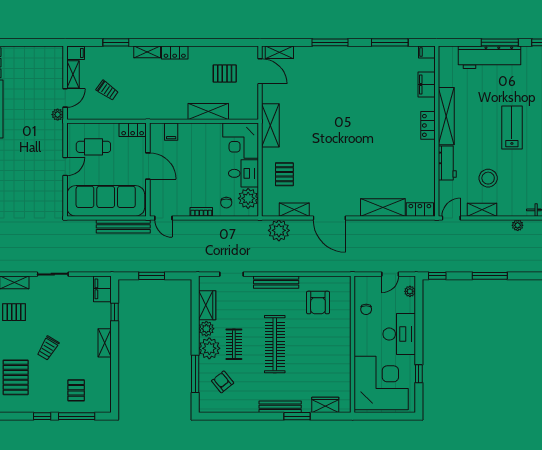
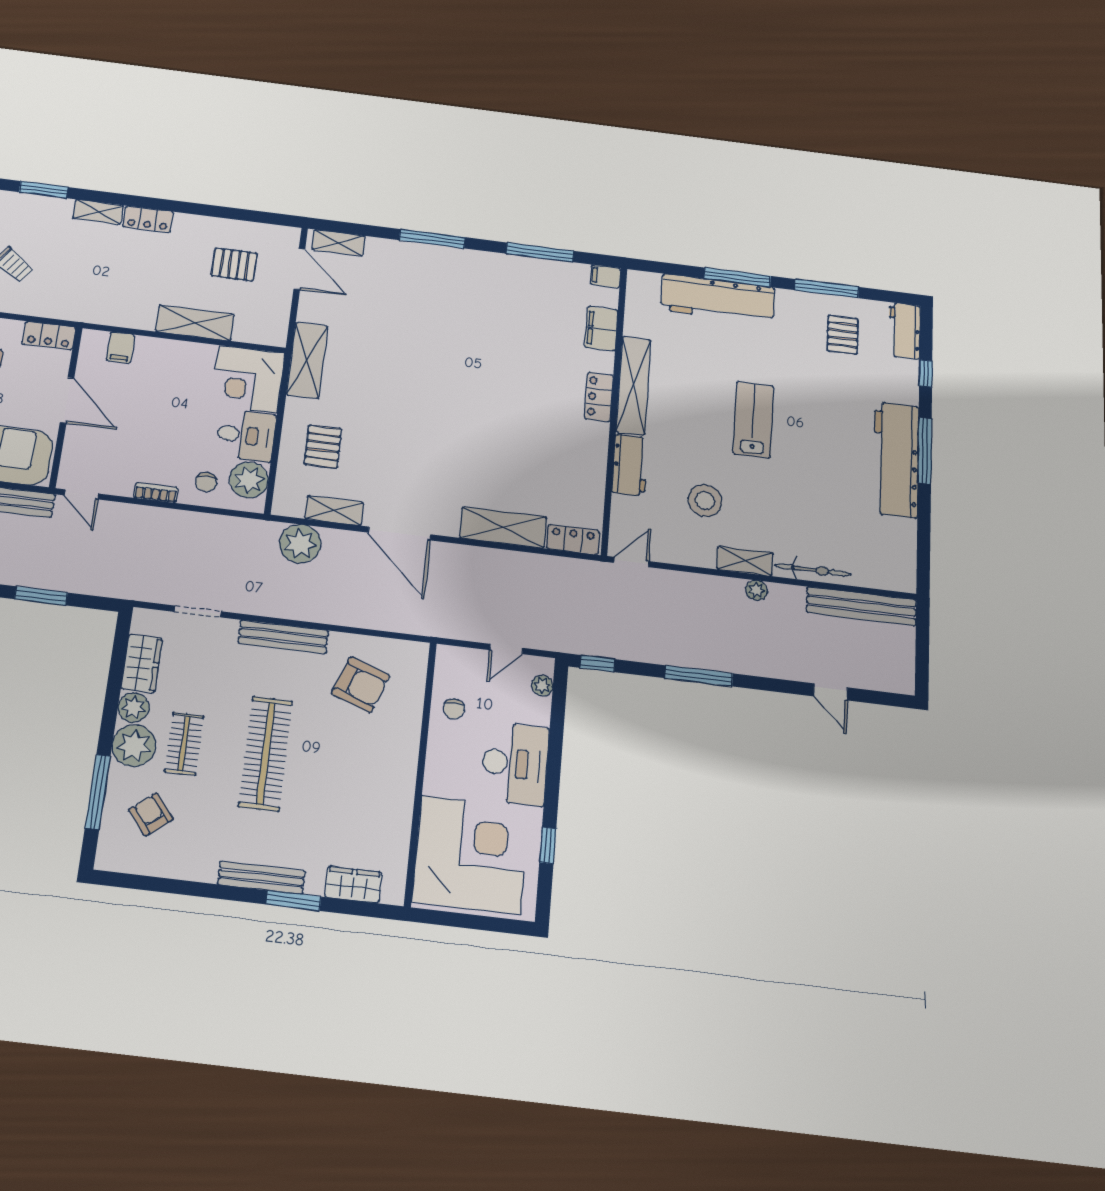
shelving: (482, 210) -> (745, 561), moved
armchair: (318, 302) -> (361, 685), turned -70

